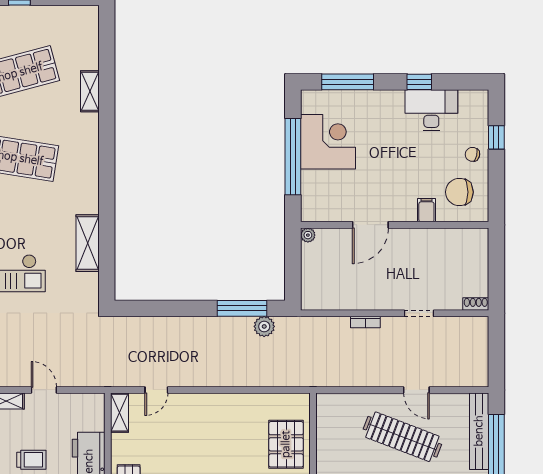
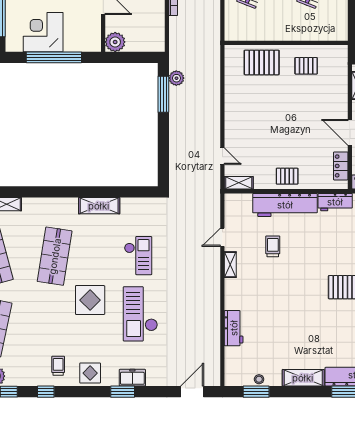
plant: (308, 235) -> (115, 42), width x1.88, depth x1.88
shelving: (88, 243) -> (99, 206), moved

